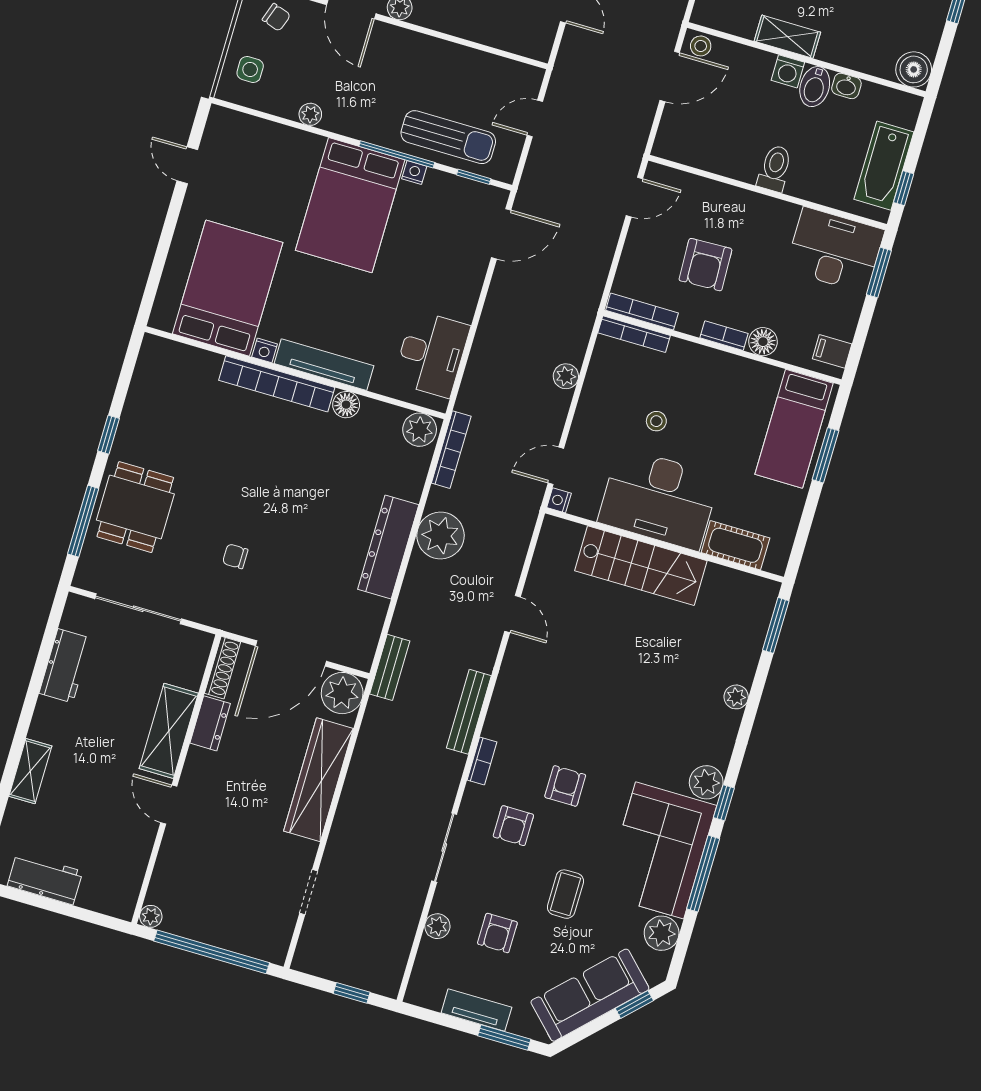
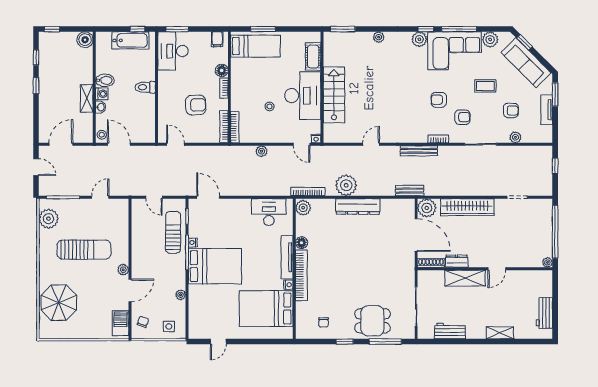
washbasin: (846, 86) -> (101, 107), moved
chair: (235, 556) -> (324, 322), moved

